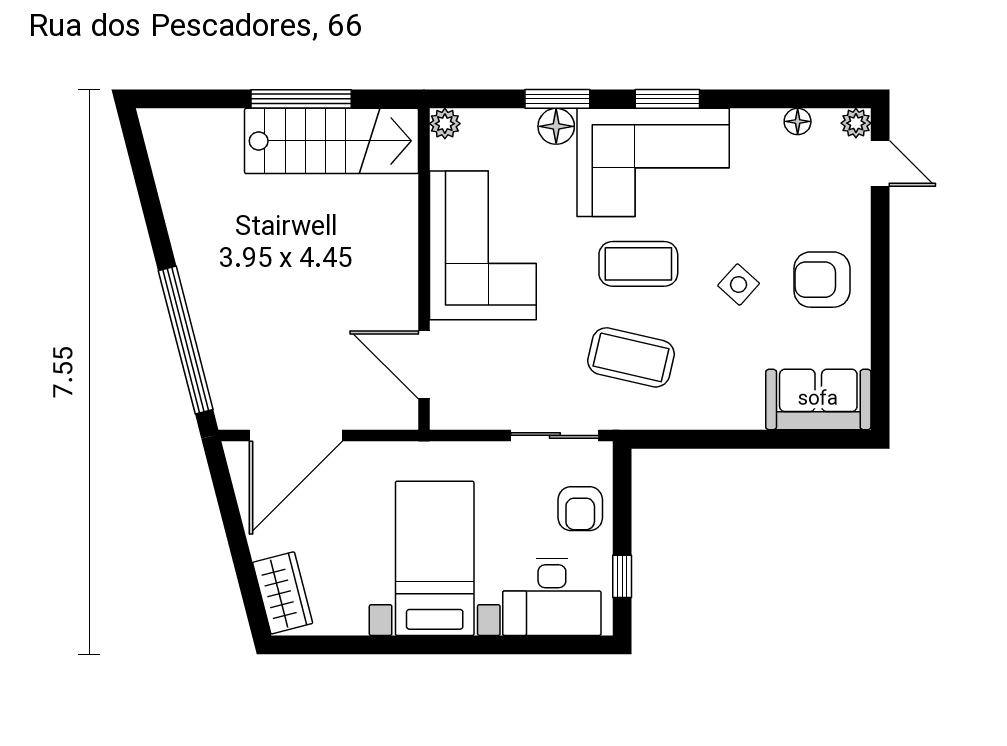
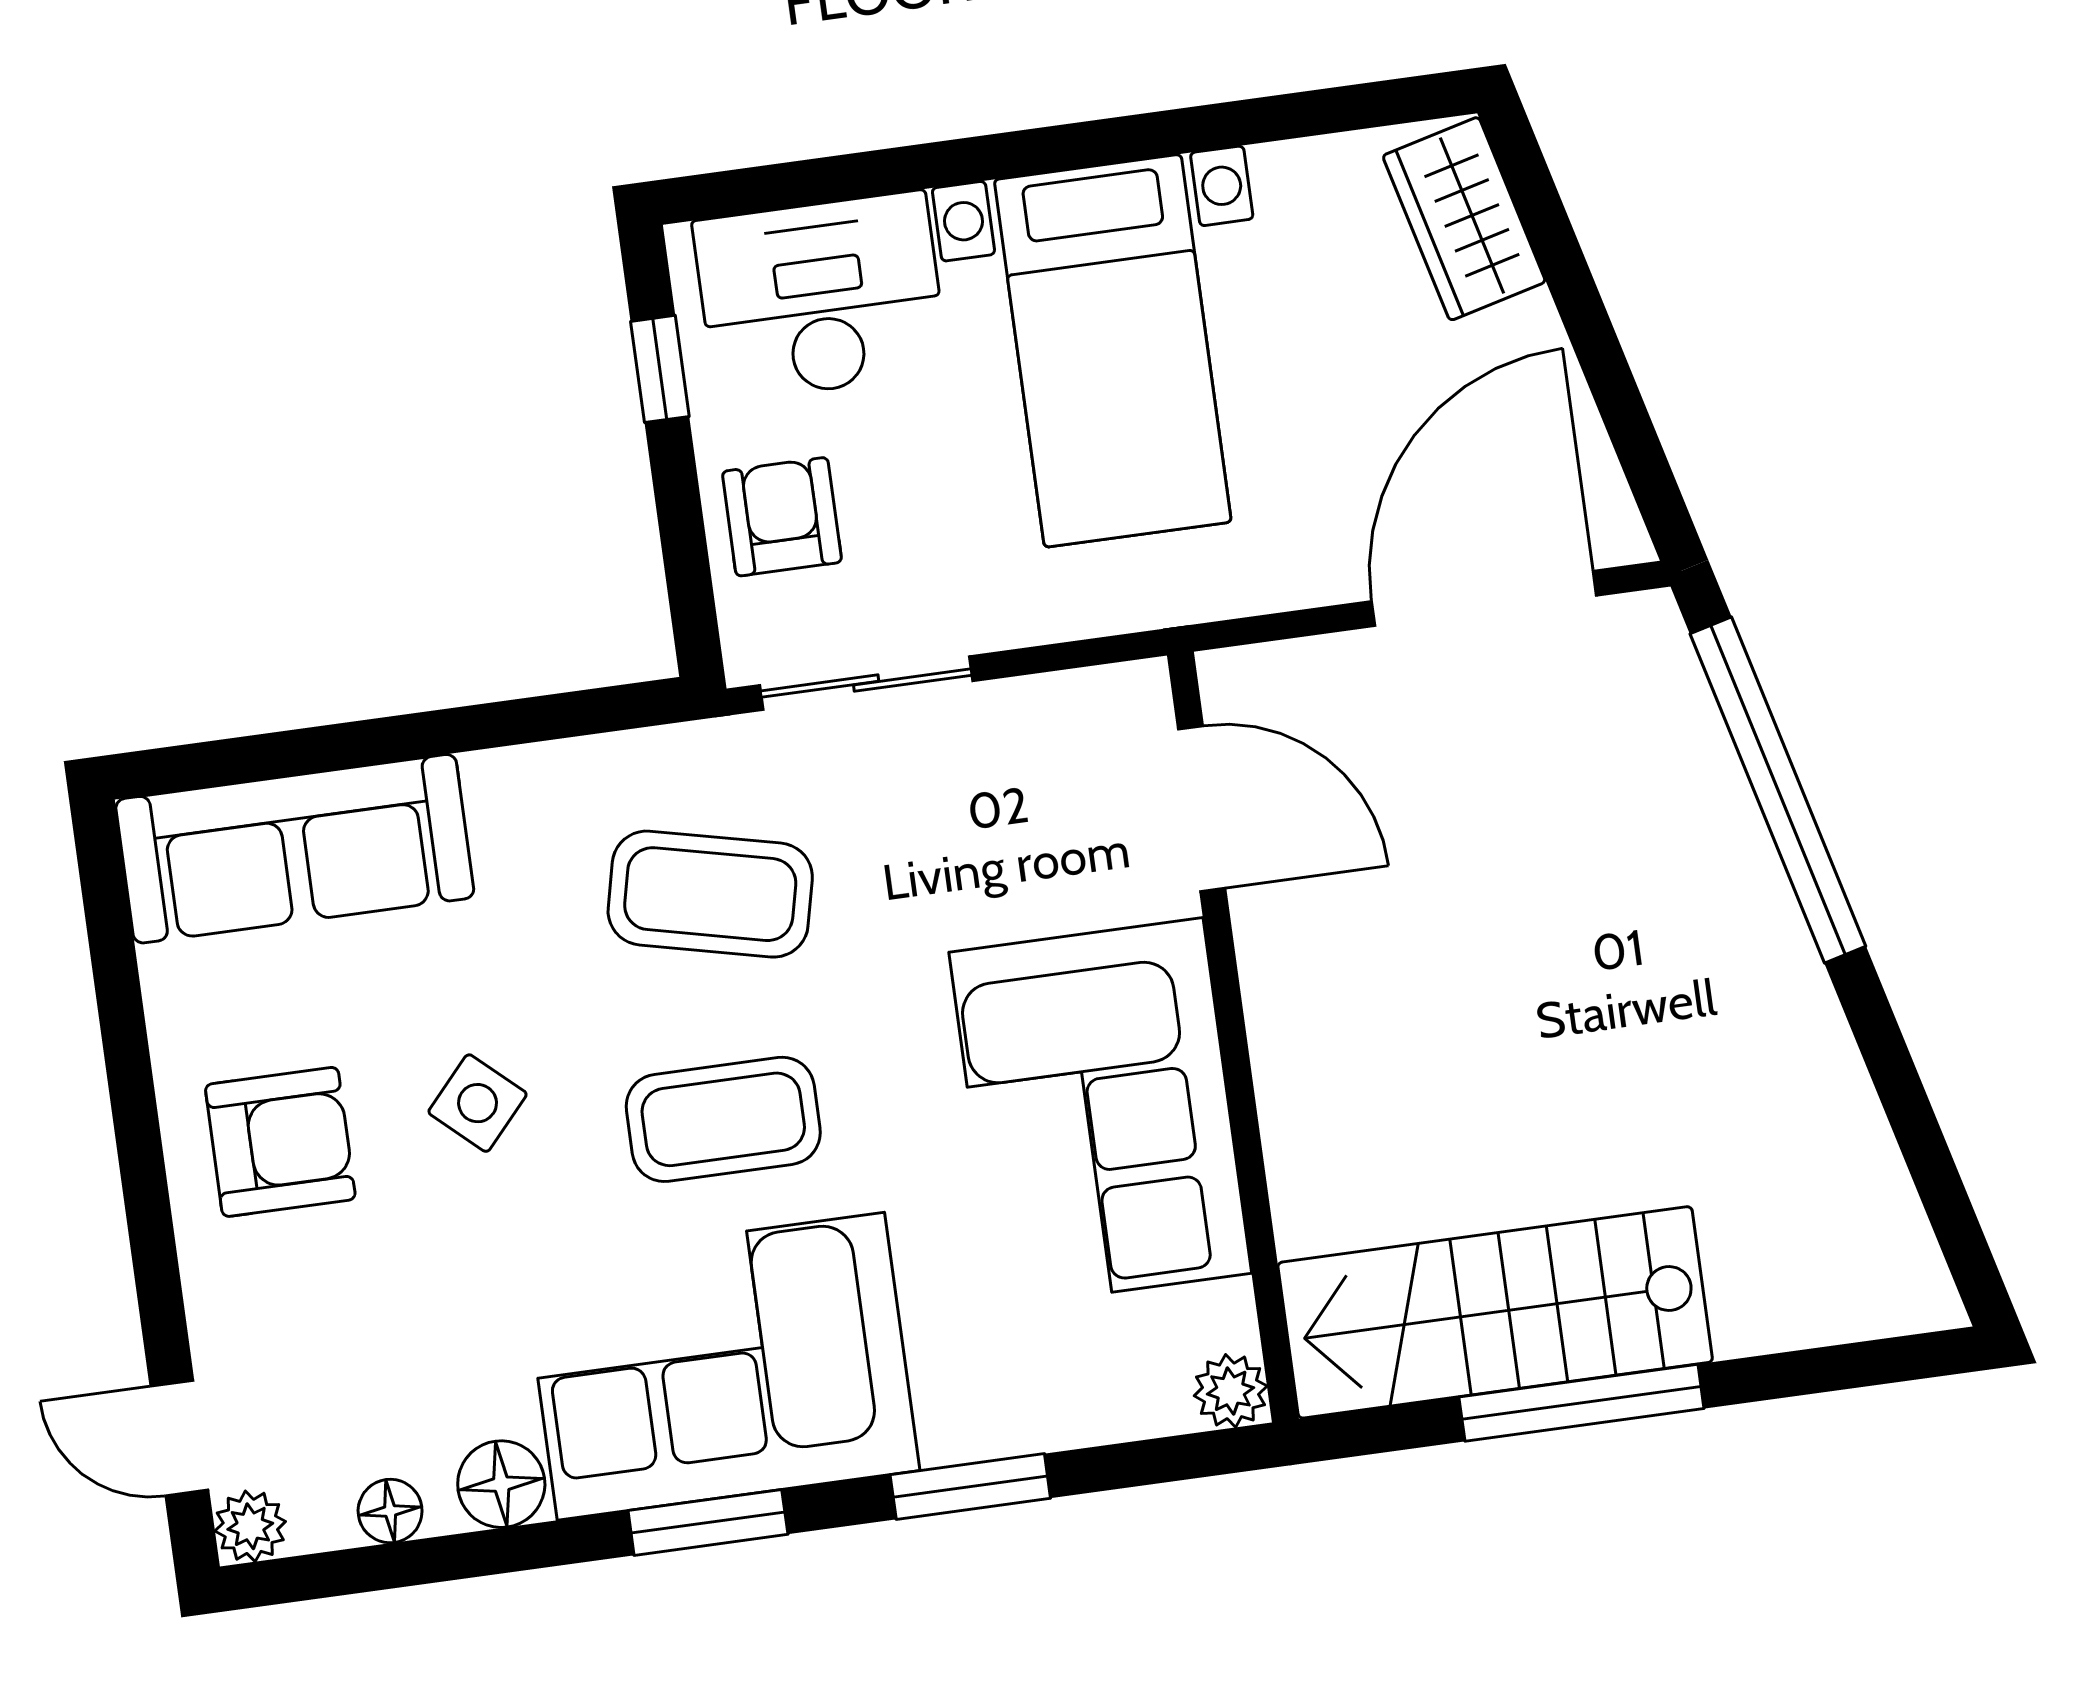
floor lamp: (556, 126) -> (501, 1484), moved
sofa: (818, 400) -> (295, 849), width x1.36

